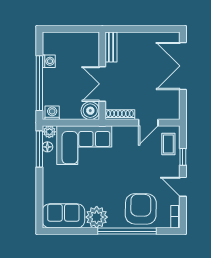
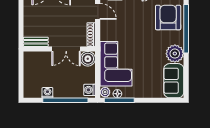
armchair: (141, 209) -> (168, 17), turned 89

